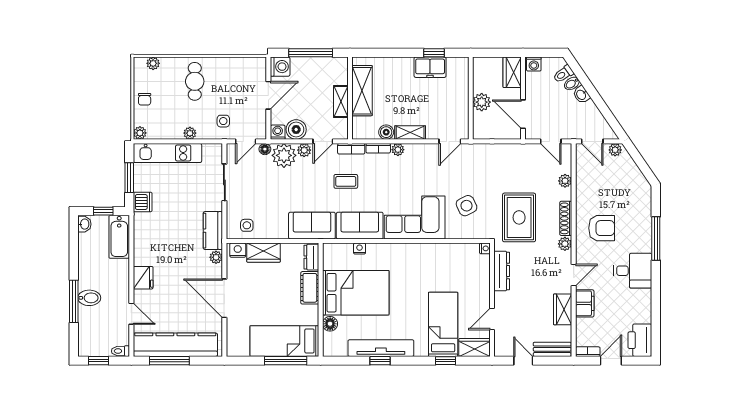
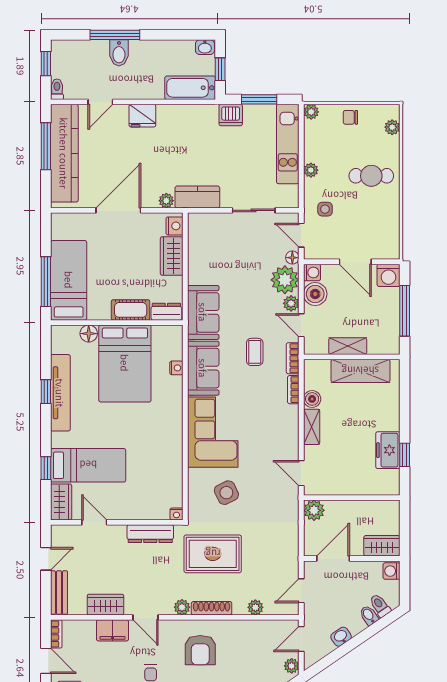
washbasin: (581, 95) -> (341, 637), moved
plant: (482, 102) -> (314, 510), moved
plant: (398, 150) -> (292, 413), removed
side table: (247, 225) -> (203, 237), removed

